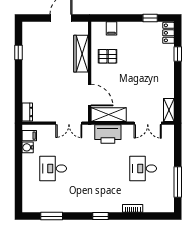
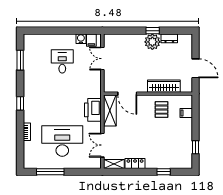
locker: (168, 33) -> (135, 163), moved
window: (18, 53) -> (153, 31), moved
plant: (31, 67) -> (152, 42), added
door: (90, 95) -> (127, 94), hinge flipped
dresser: (27, 112) -> (169, 38), moved
double door: (69, 123) -> (102, 59), moved
desk: (143, 168) -> (62, 141), width x1.87, depth x1.30

